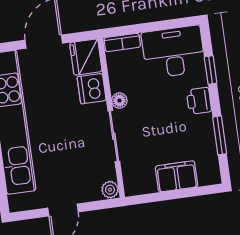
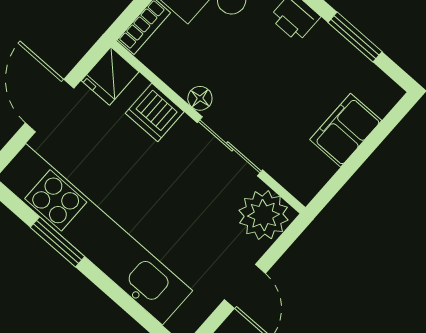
fridge: (86, 57) -> (110, 76), width x0.72
plant: (110, 190) -> (263, 215), width x1.88, depth x1.88

